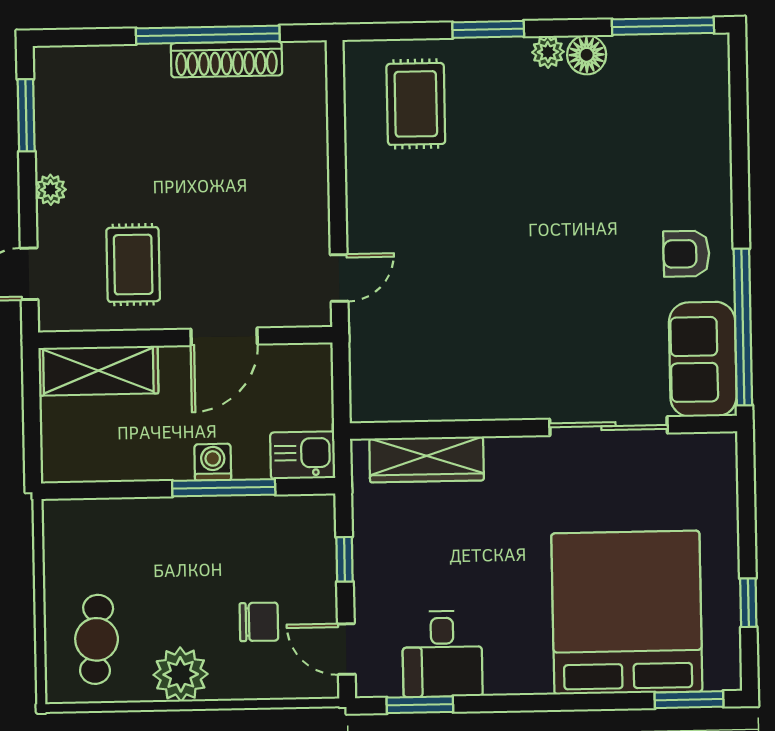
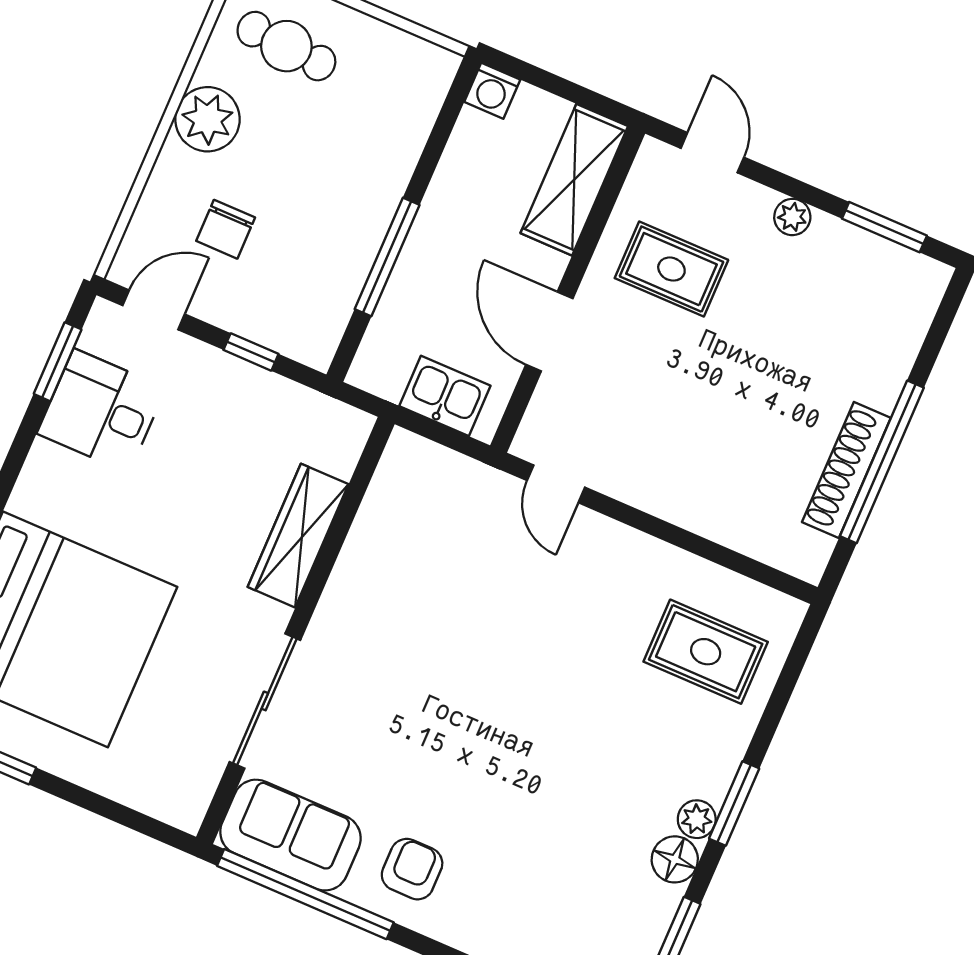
window: (488, 29) -> (734, 803), moved
kitchen sink: (303, 455) -> (445, 396), moved, turned -90
wardrobe: (427, 459) -> (298, 536), moved
washing machine: (213, 462) -> (492, 91), moved, turned 90

